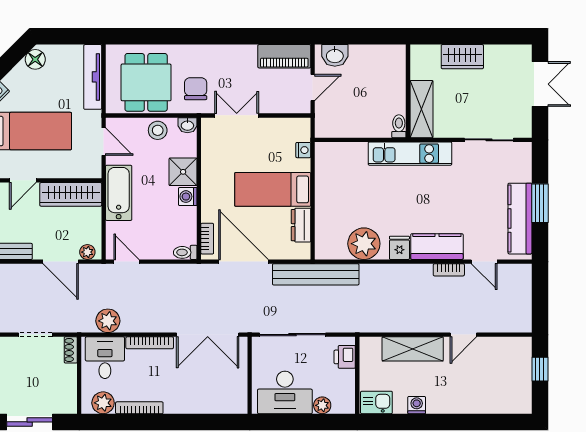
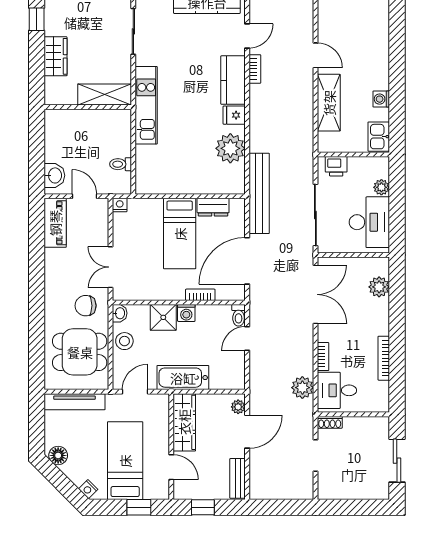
window: (502, 36) -> (37, 19), added
toilet: (399, 126) -> (121, 164), moved
nightstand: (303, 150) -> (120, 205), moved
bookcase: (207, 239) -> (200, 295), moved
door: (126, 262) -> (247, 338), moved
bookcase: (150, 343) -> (323, 357), width x0.64
plant: (103, 403) -> (379, 287), moved

